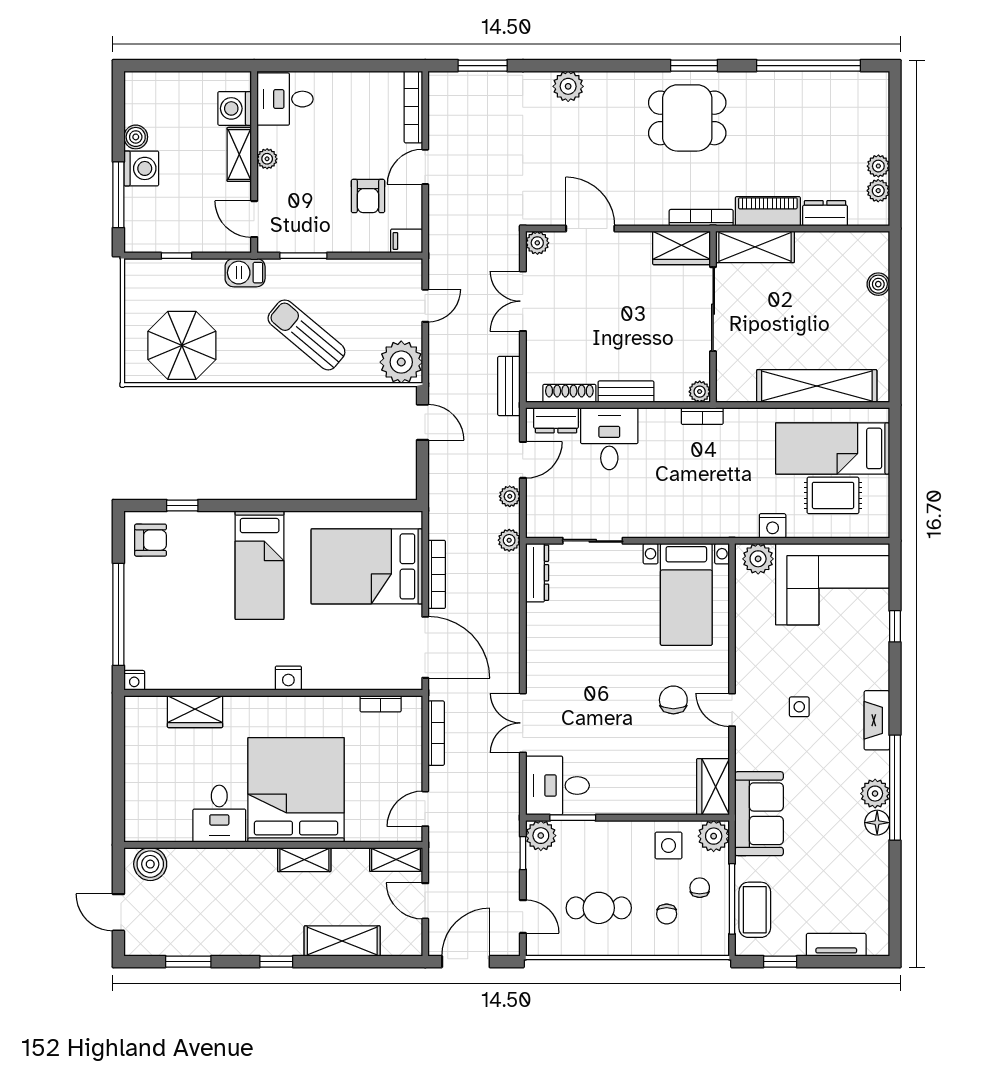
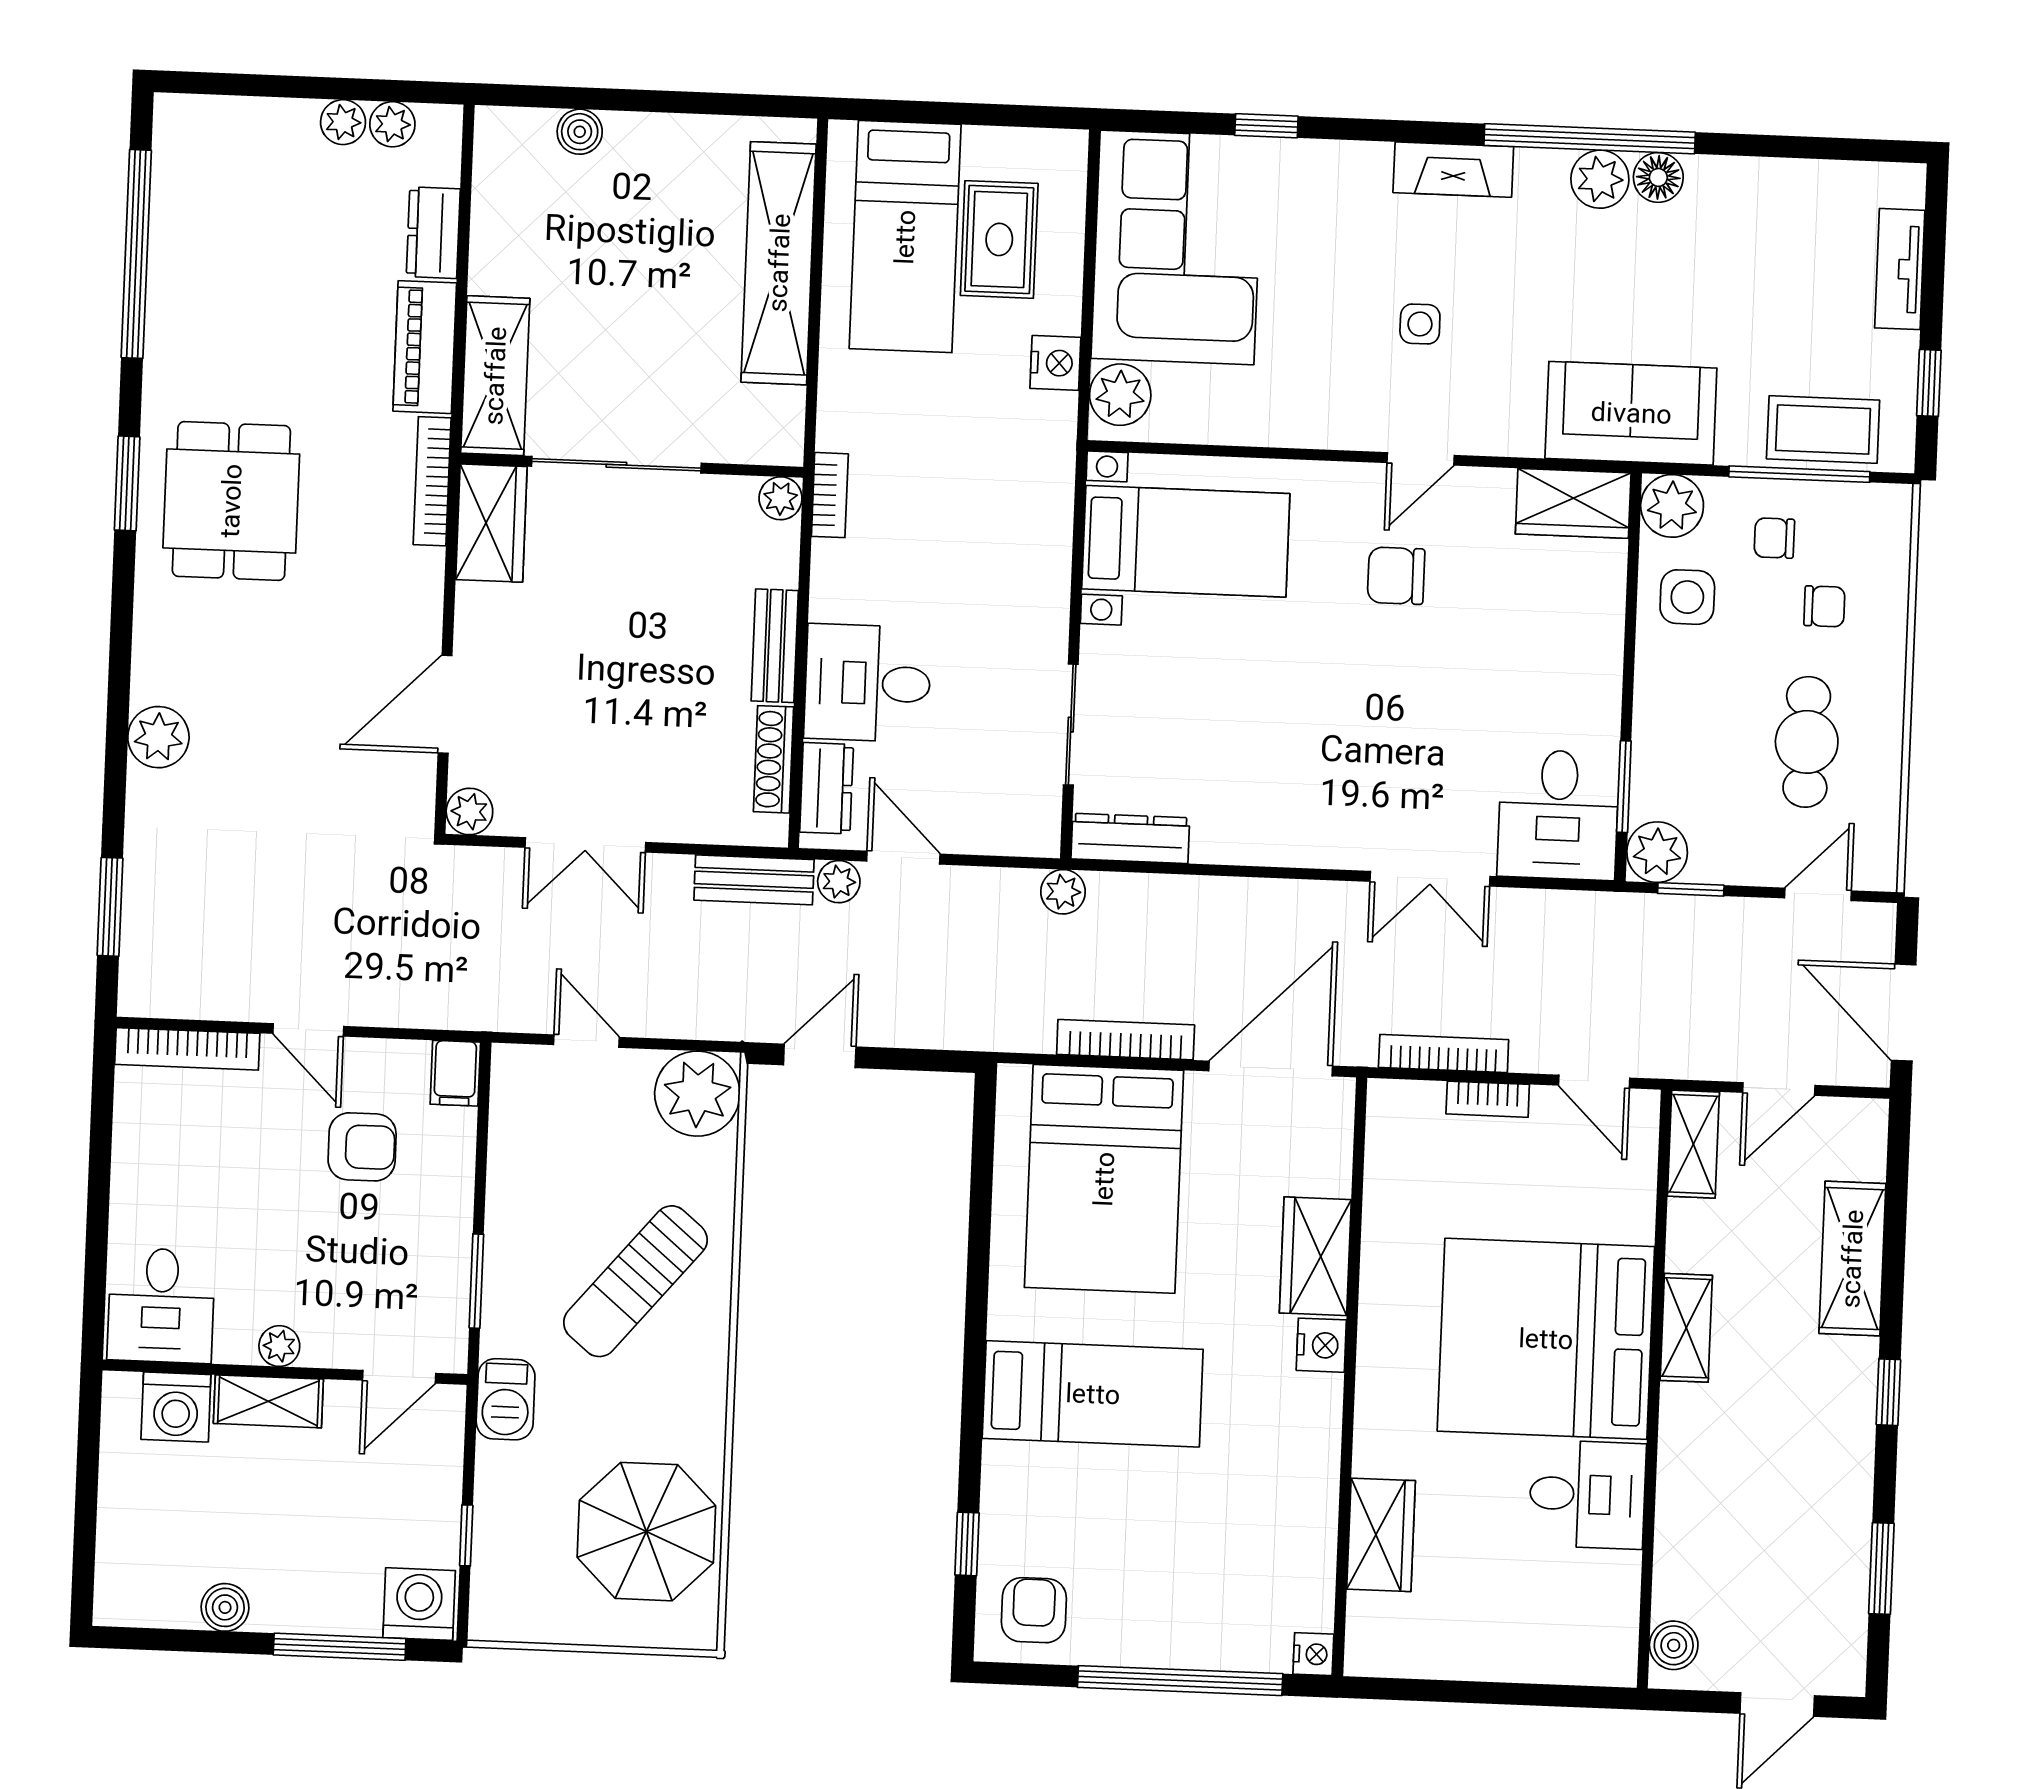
washing machine: (141, 168) -> (419, 1604), moved
plant: (510, 496) -> (839, 882), moved
wardrobe: (333, 673) -> (1315, 1256), added
bookcase: (381, 704) -> (1488, 1099), moved, turned 90
boiler: (150, 864) -> (1674, 1645), width x0.73, depth x0.73

